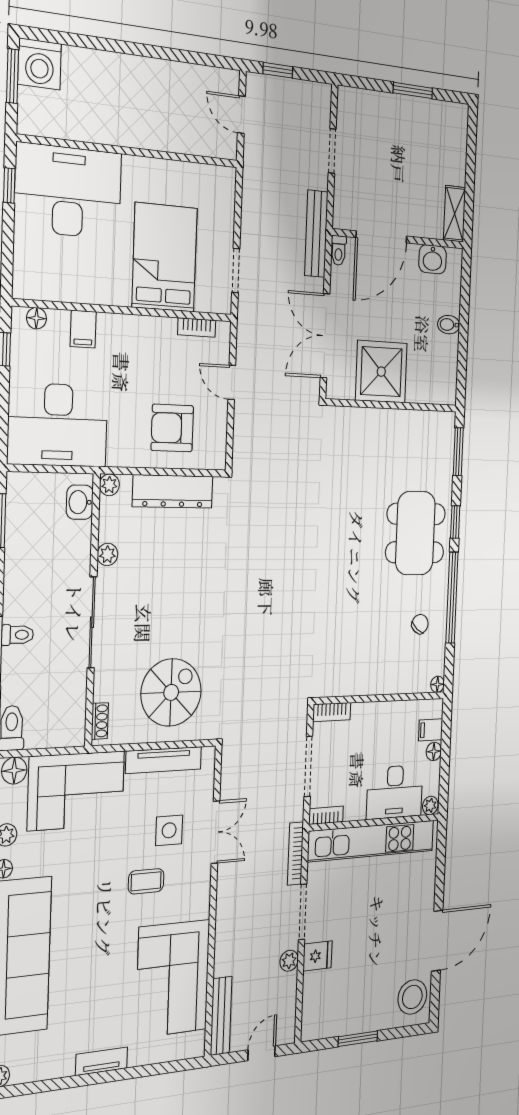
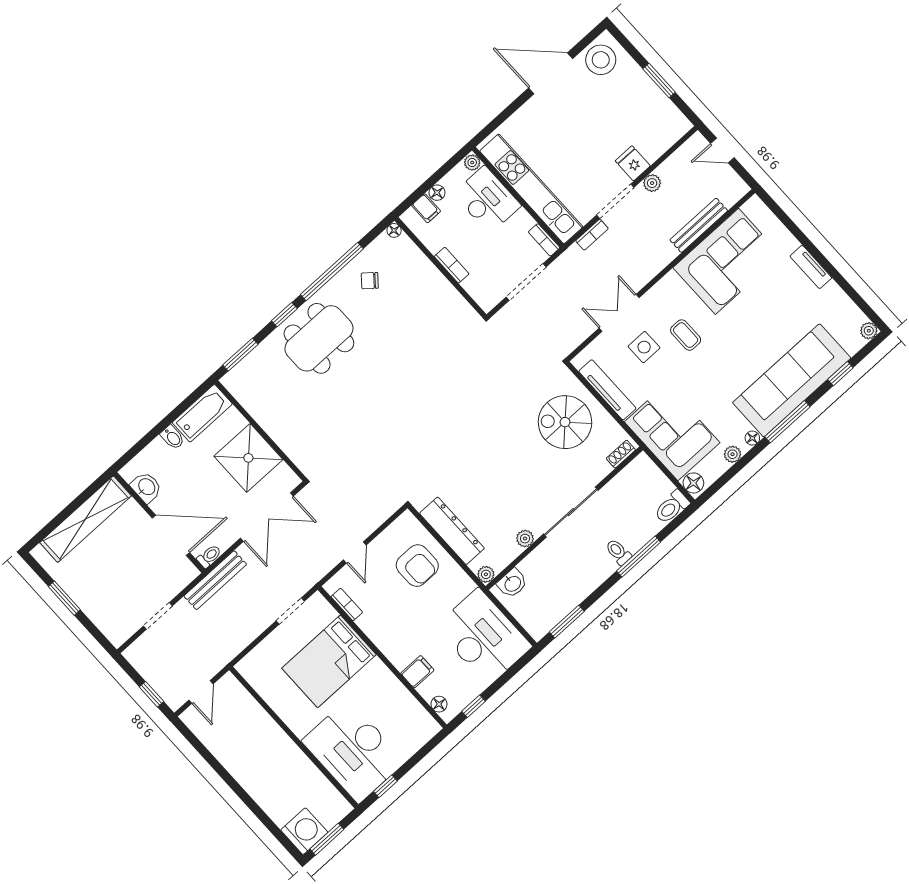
shelving: (455, 214) -> (86, 519), width x2.20, depth x1.33
bathtub: (445, 370) -> (202, 413), added
bookcase: (332, 712) -> (452, 265), moved
bookcase: (295, 854) -> (592, 235), width x0.64
bench: (221, 1016) -> (699, 225), moved

